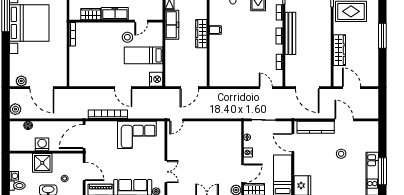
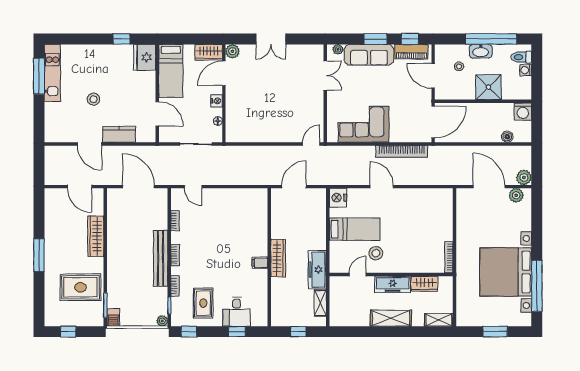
plant: (15, 109) -> (524, 177), moved
kitchen counter: (316, 127) -> (119, 134), width x0.67
washing machine: (42, 144) -> (523, 112), moved
double door: (166, 172) -> (325, 75), swing flipped

